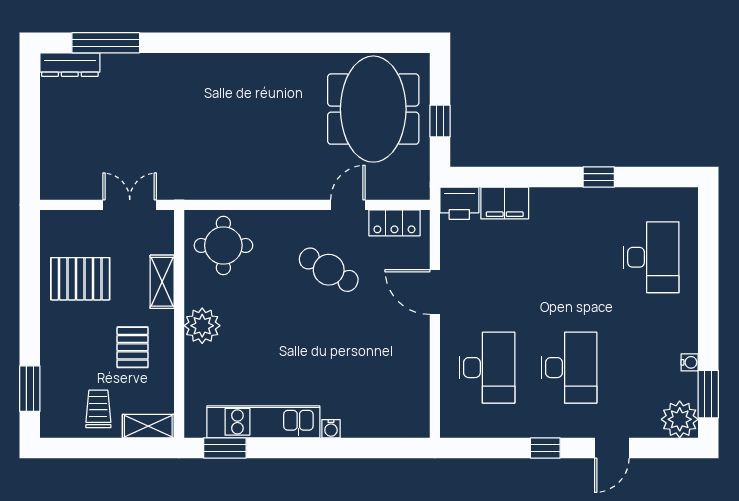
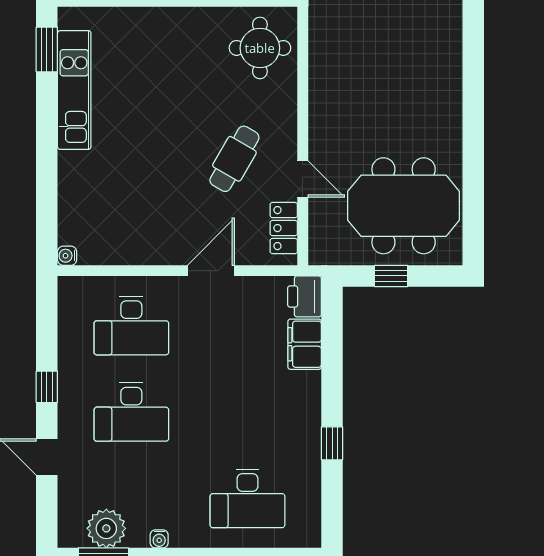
plant: (202, 326) -> (175, 26), removed
water cooler: (690, 362) -> (159, 539), moved
plant: (680, 419) -> (106, 528), moved
water cooler: (331, 429) -> (67, 256), moved

